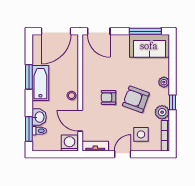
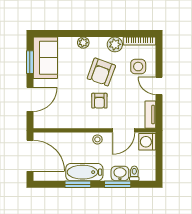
door: (99, 31) -> (30, 99), moved
window: (145, 31) -> (30, 62), width x0.69
window: (172, 102) -> (105, 34), removed
window: (29, 129) -> (118, 184), moved

